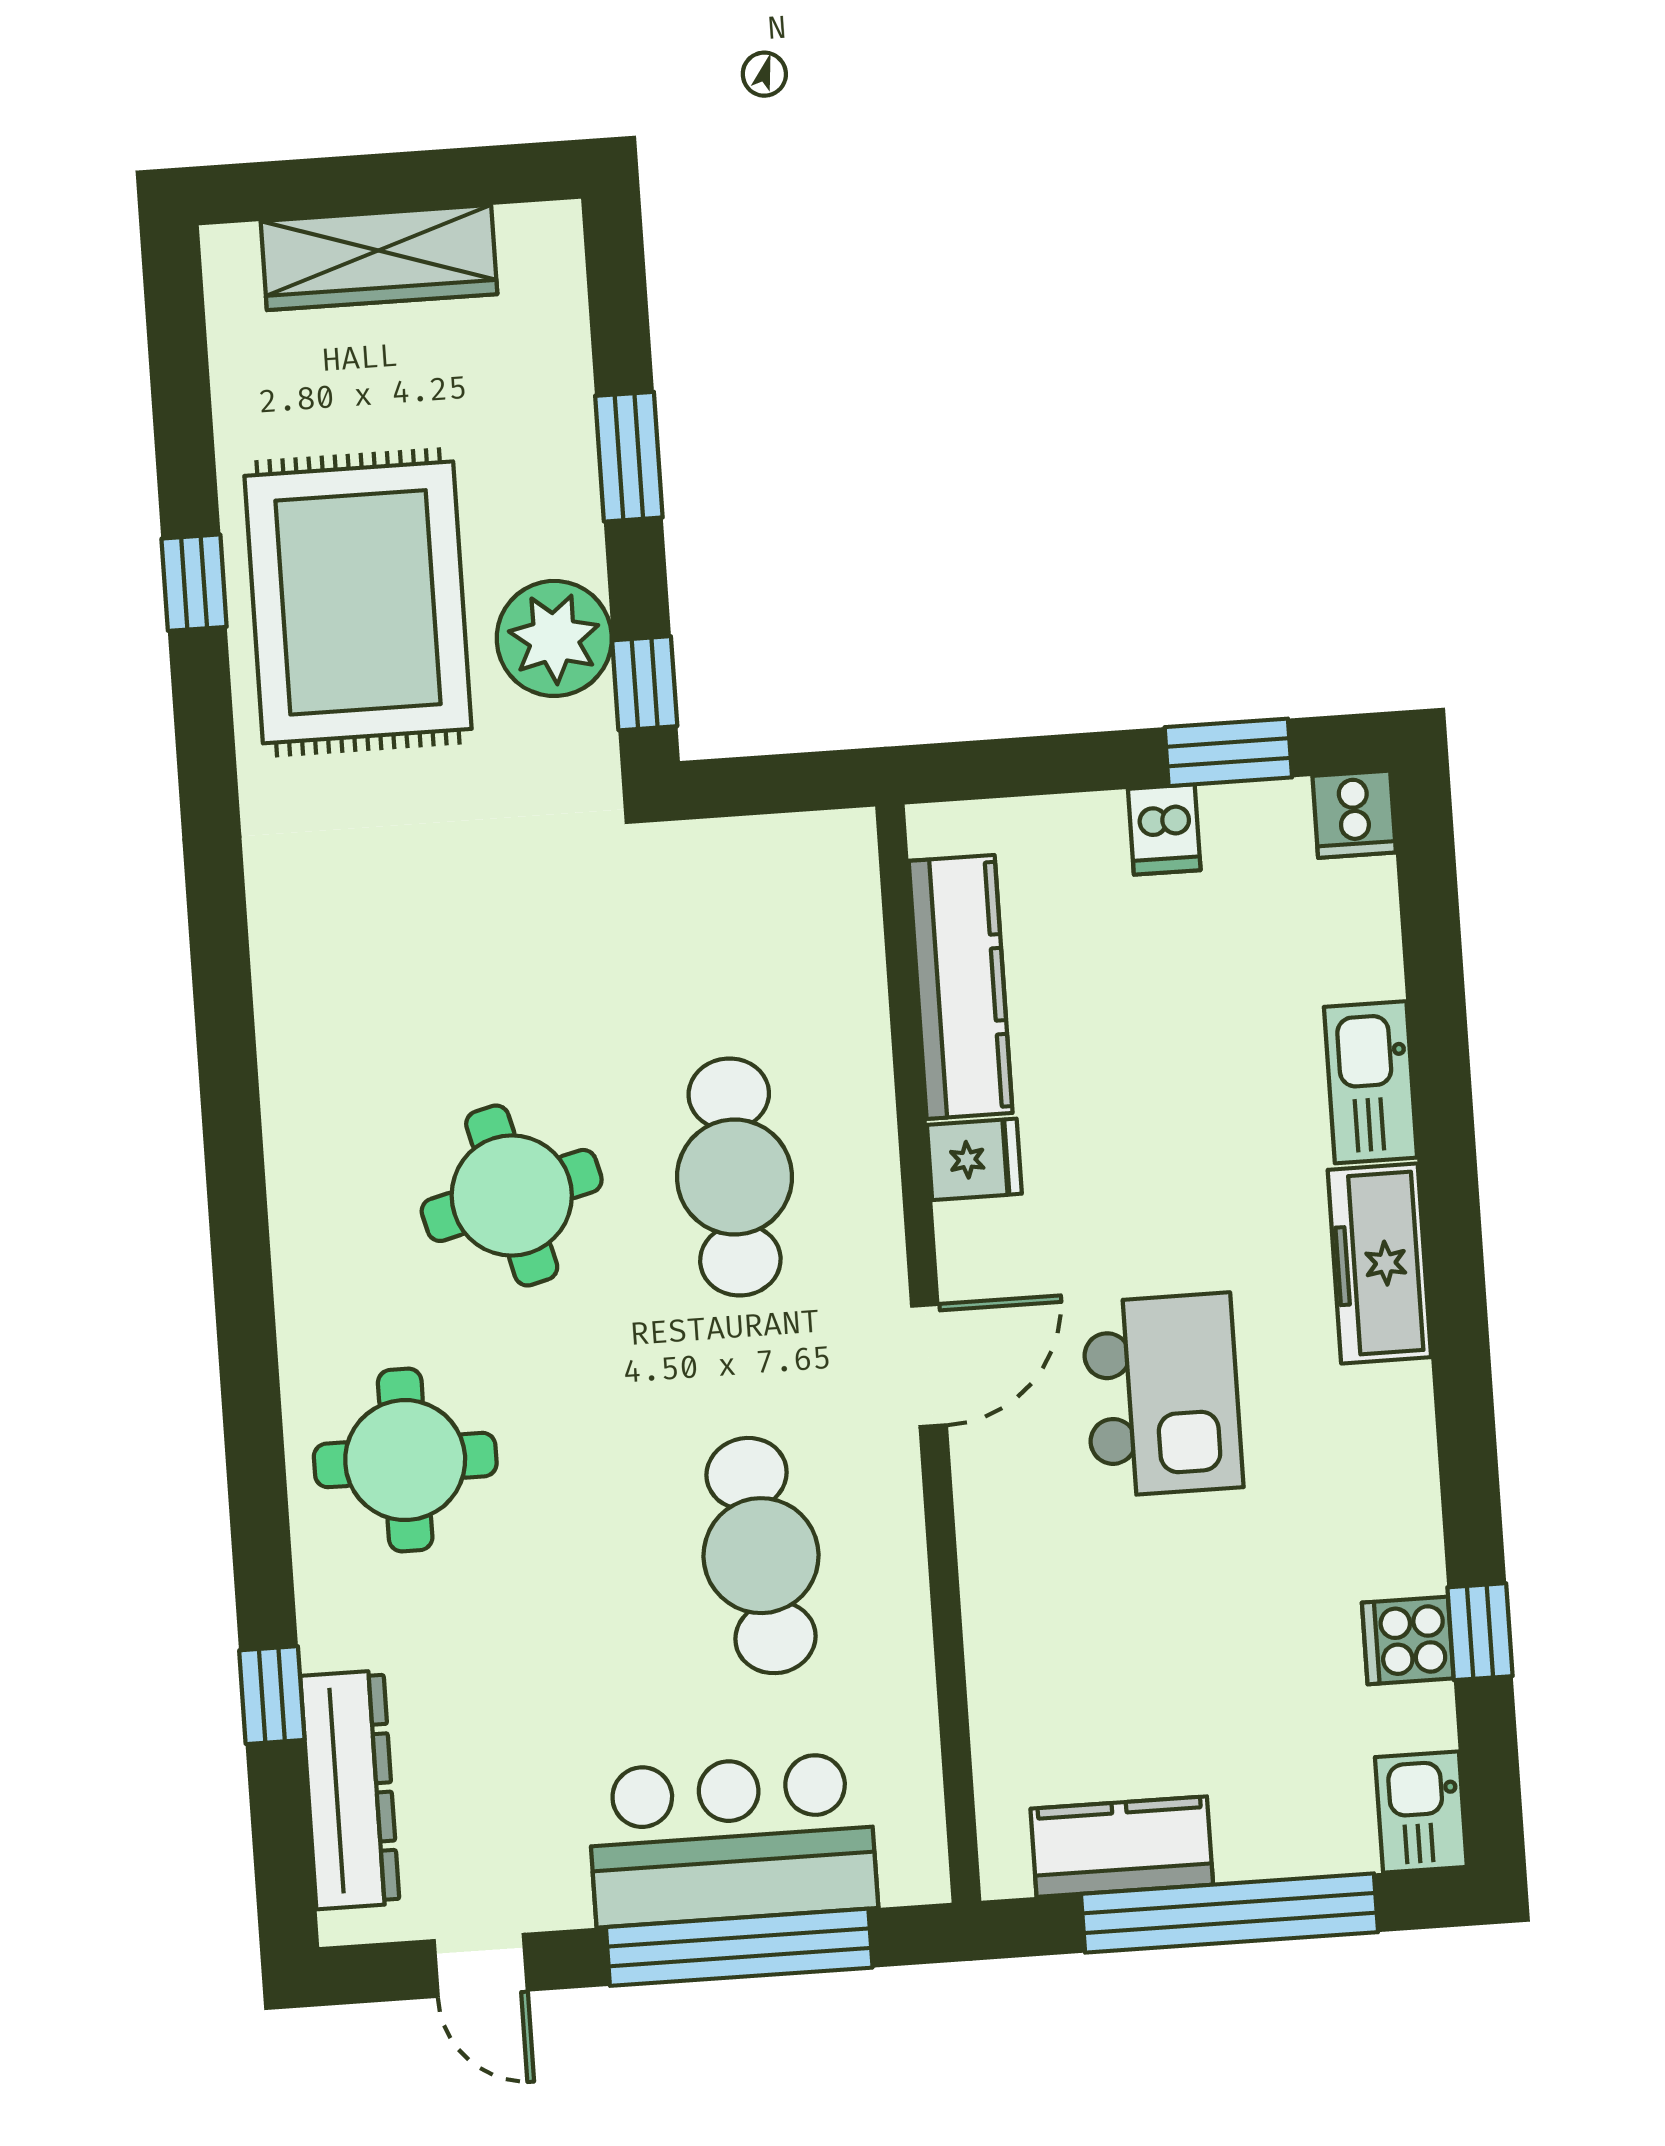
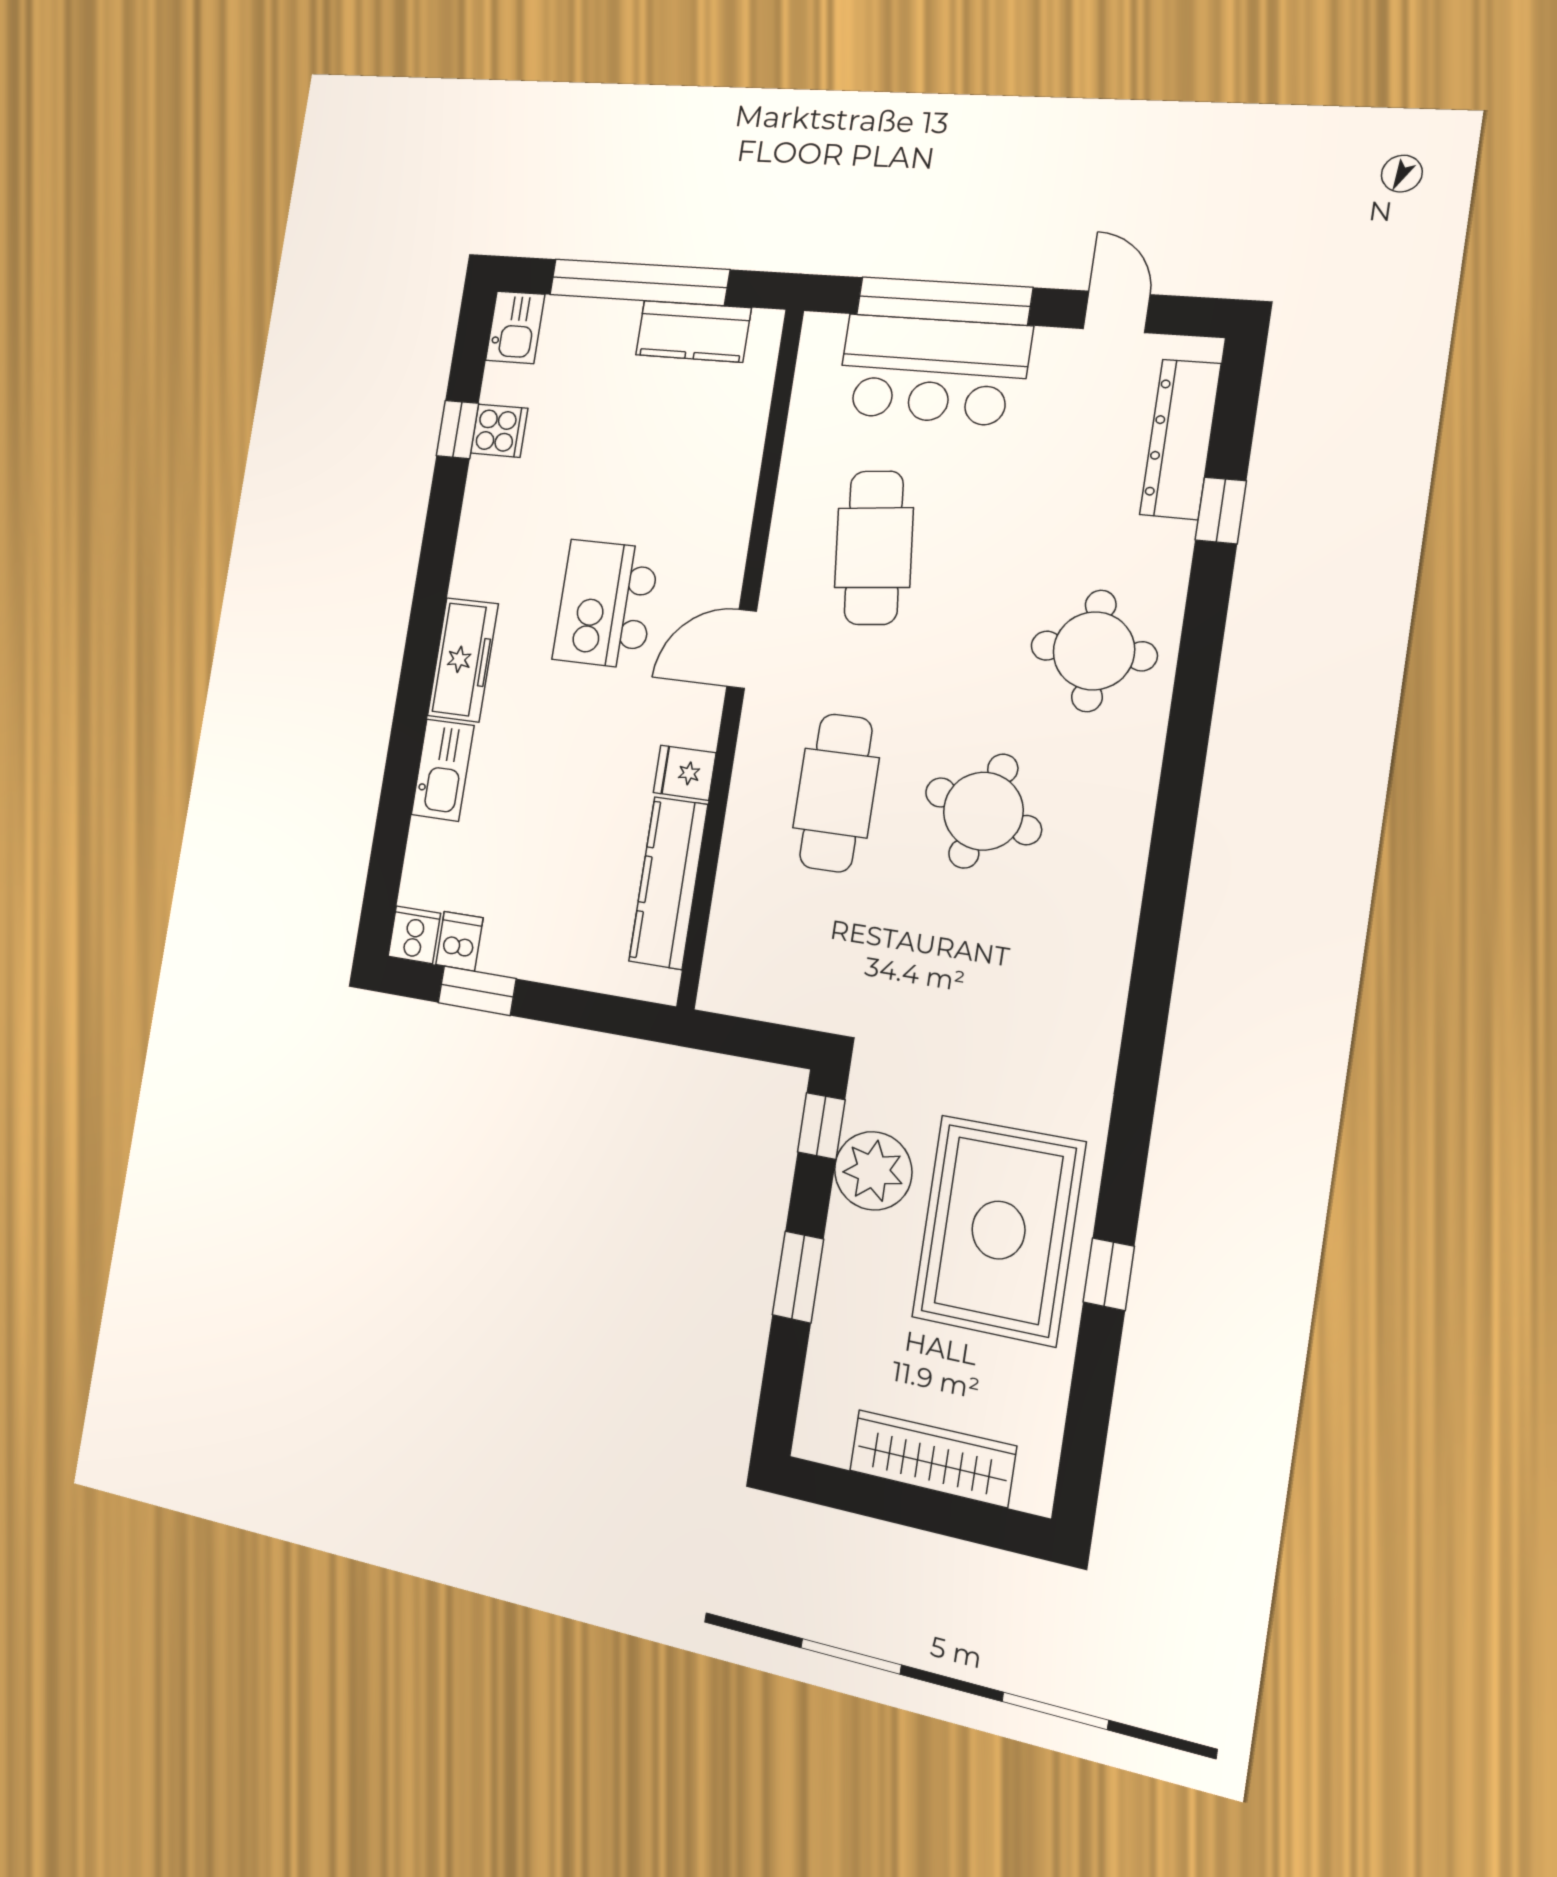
dishwasher: (1164, 829) -> (459, 941), moved
round table: (512, 1195) -> (983, 811), turned 30

